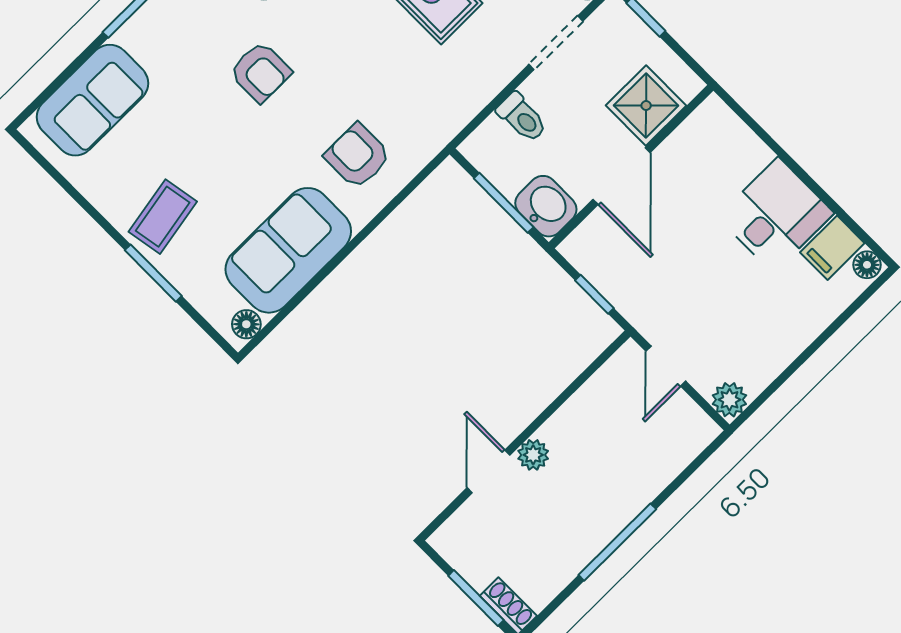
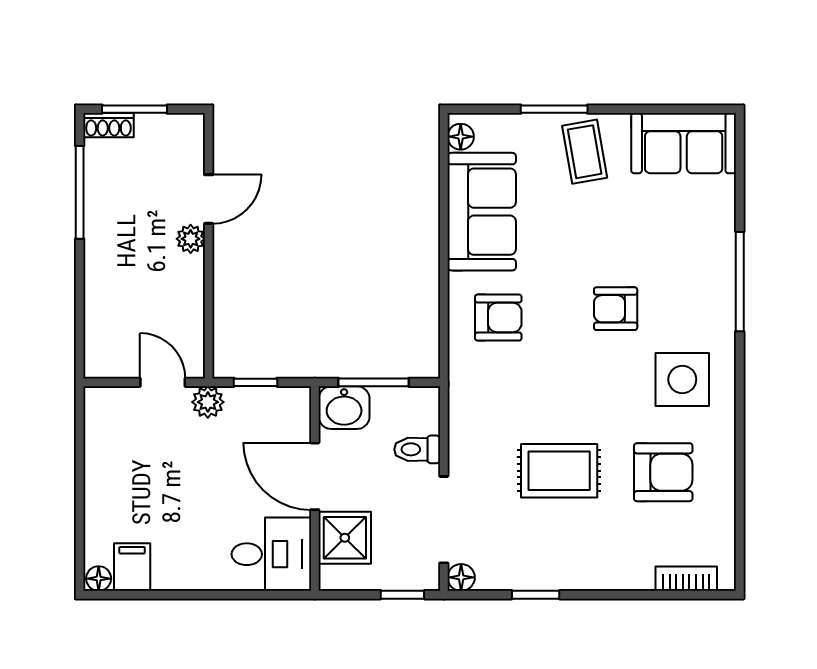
doorway: (556, 43) -> (444, 520), width x1.38
sofa: (93, 100) -> (684, 143), moved, turned -90
desk: (776, 215) -> (271, 554), moved, turned -90
plant: (729, 400) -> (208, 402), moved
door: (489, 471) -> (209, 199), hinge flipped
window: (617, 542) -> (80, 192), moved

